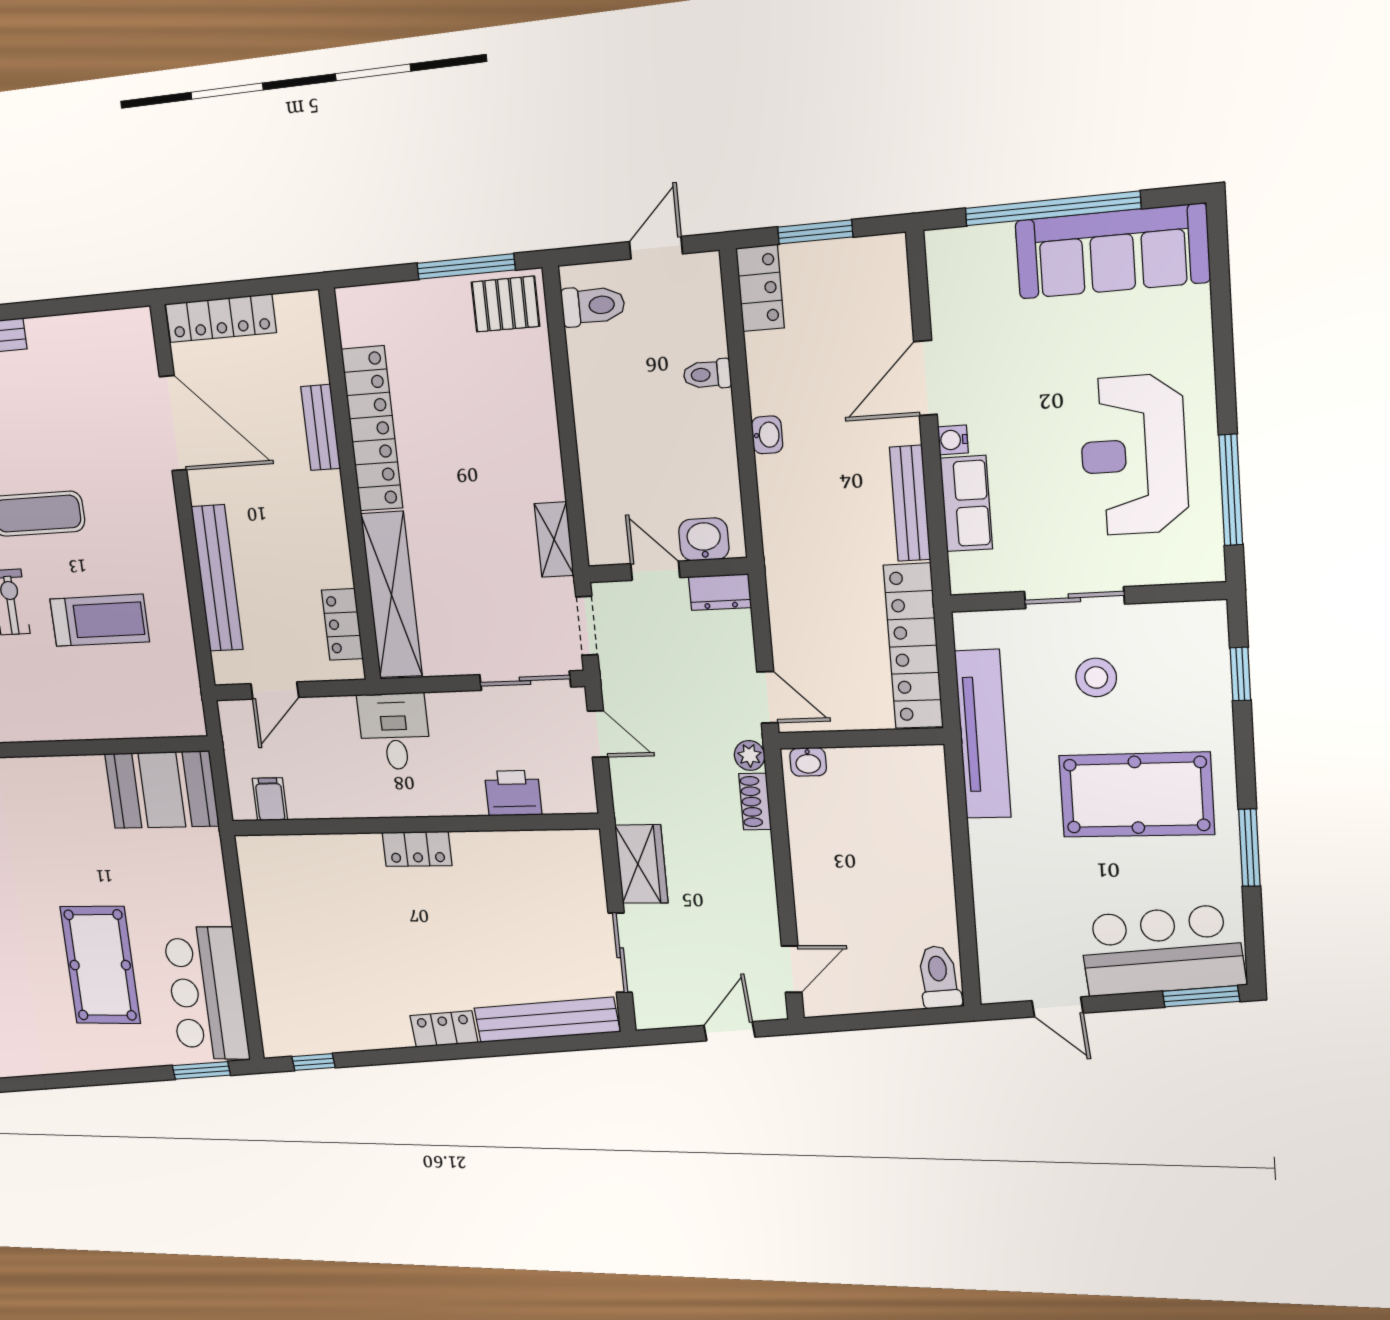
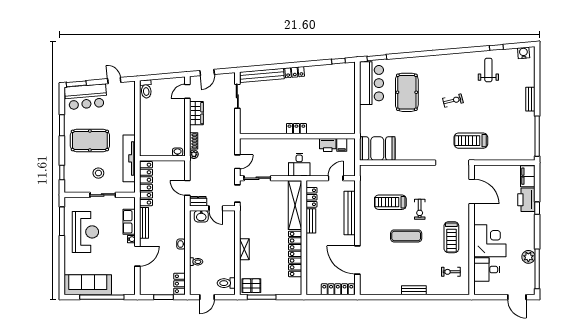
bench: (321, 428) -> (311, 221), moved
shelving: (554, 539) -> (244, 249), moved
door: (767, 697) -> (187, 188), moved
door: (598, 734) -> (237, 162), swing flipped
printer: (513, 793) -> (328, 145), moved
wardrobe: (641, 864) -> (196, 113), moved, turned 180

